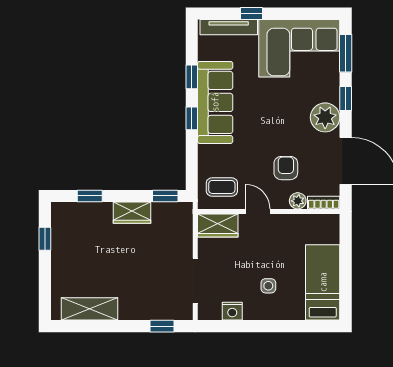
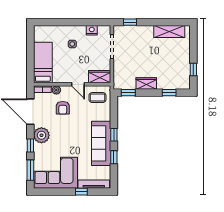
bed: (323, 282) -> (43, 63), moved, turned 180

